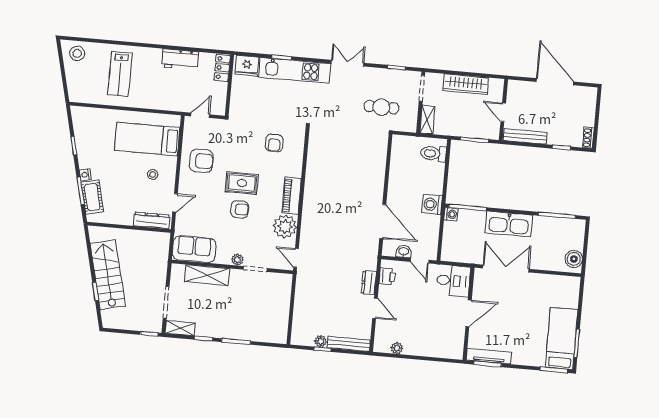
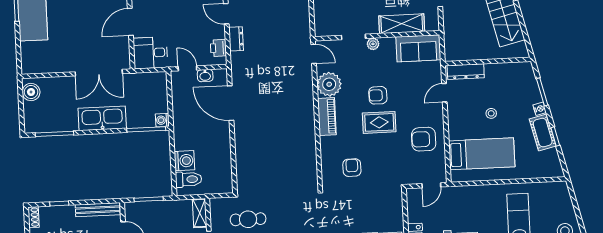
stool: (153, 174) -> (491, 113), moved
cot: (92, 197) -> (543, 133), moved
washing machine: (432, 204) -> (184, 161), moved

